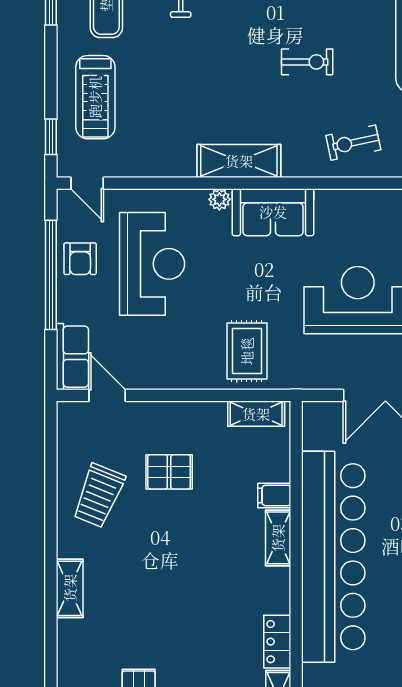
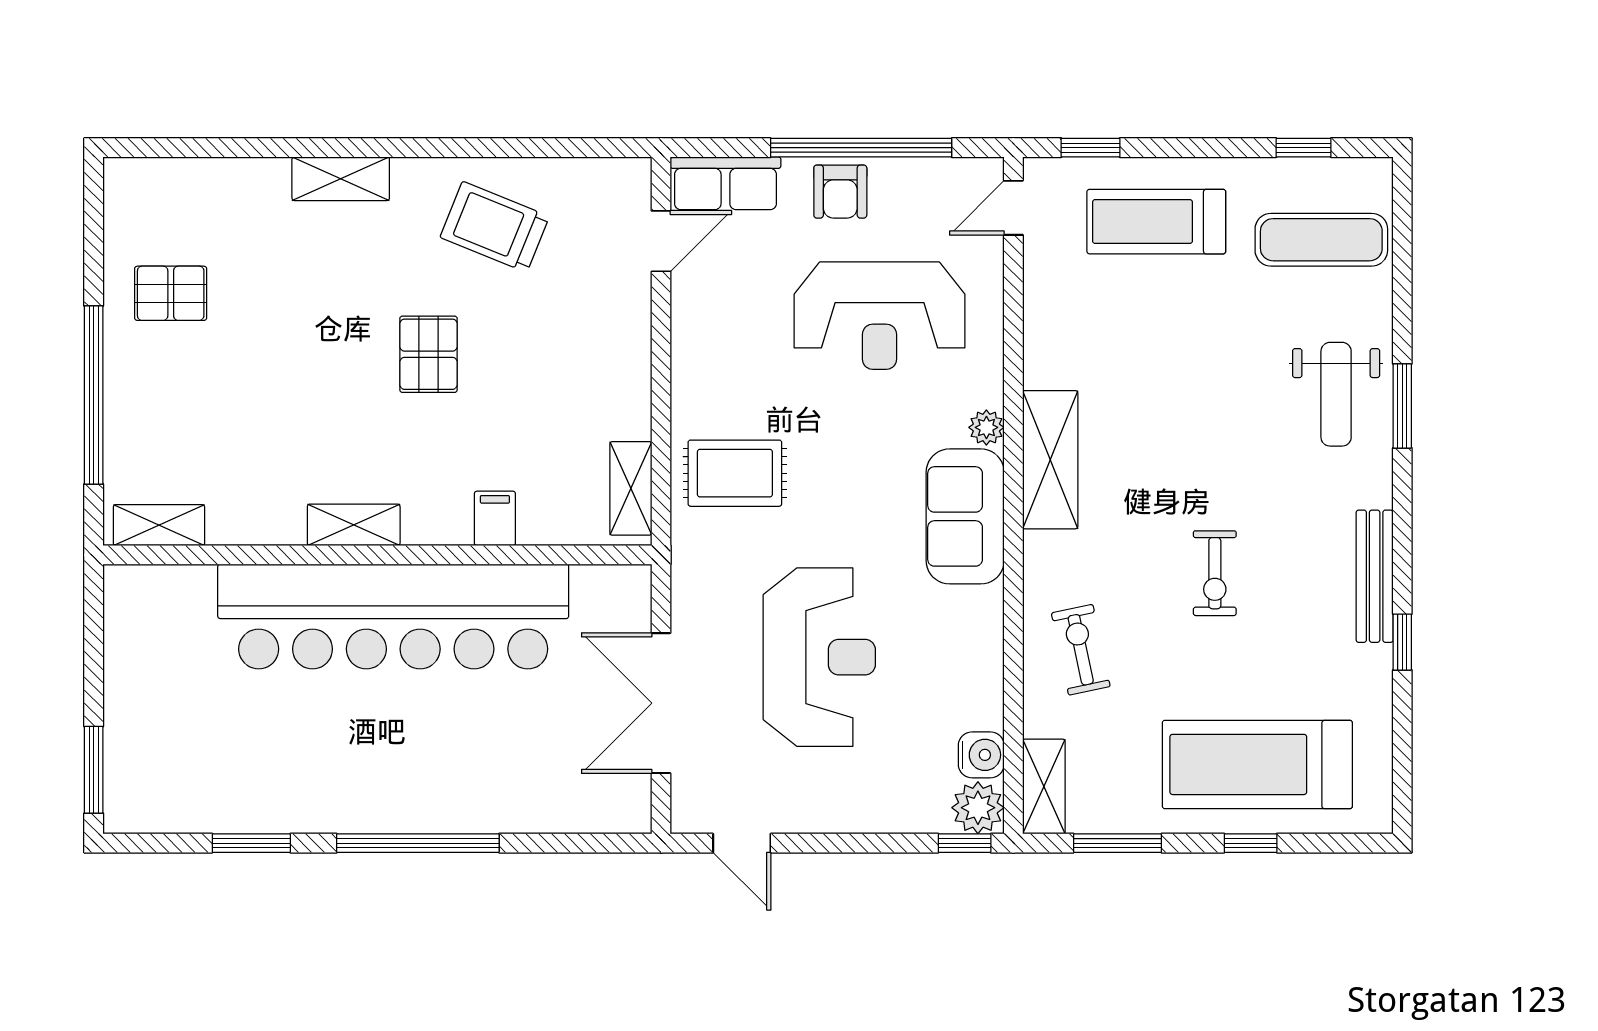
armchair: (80, 259) -> (840, 192), moved, turned -90
pallet: (169, 472) -> (428, 354), moved
shelving: (278, 538) -> (354, 525), moved
locker: (277, 642) -> (252, 523), removed

